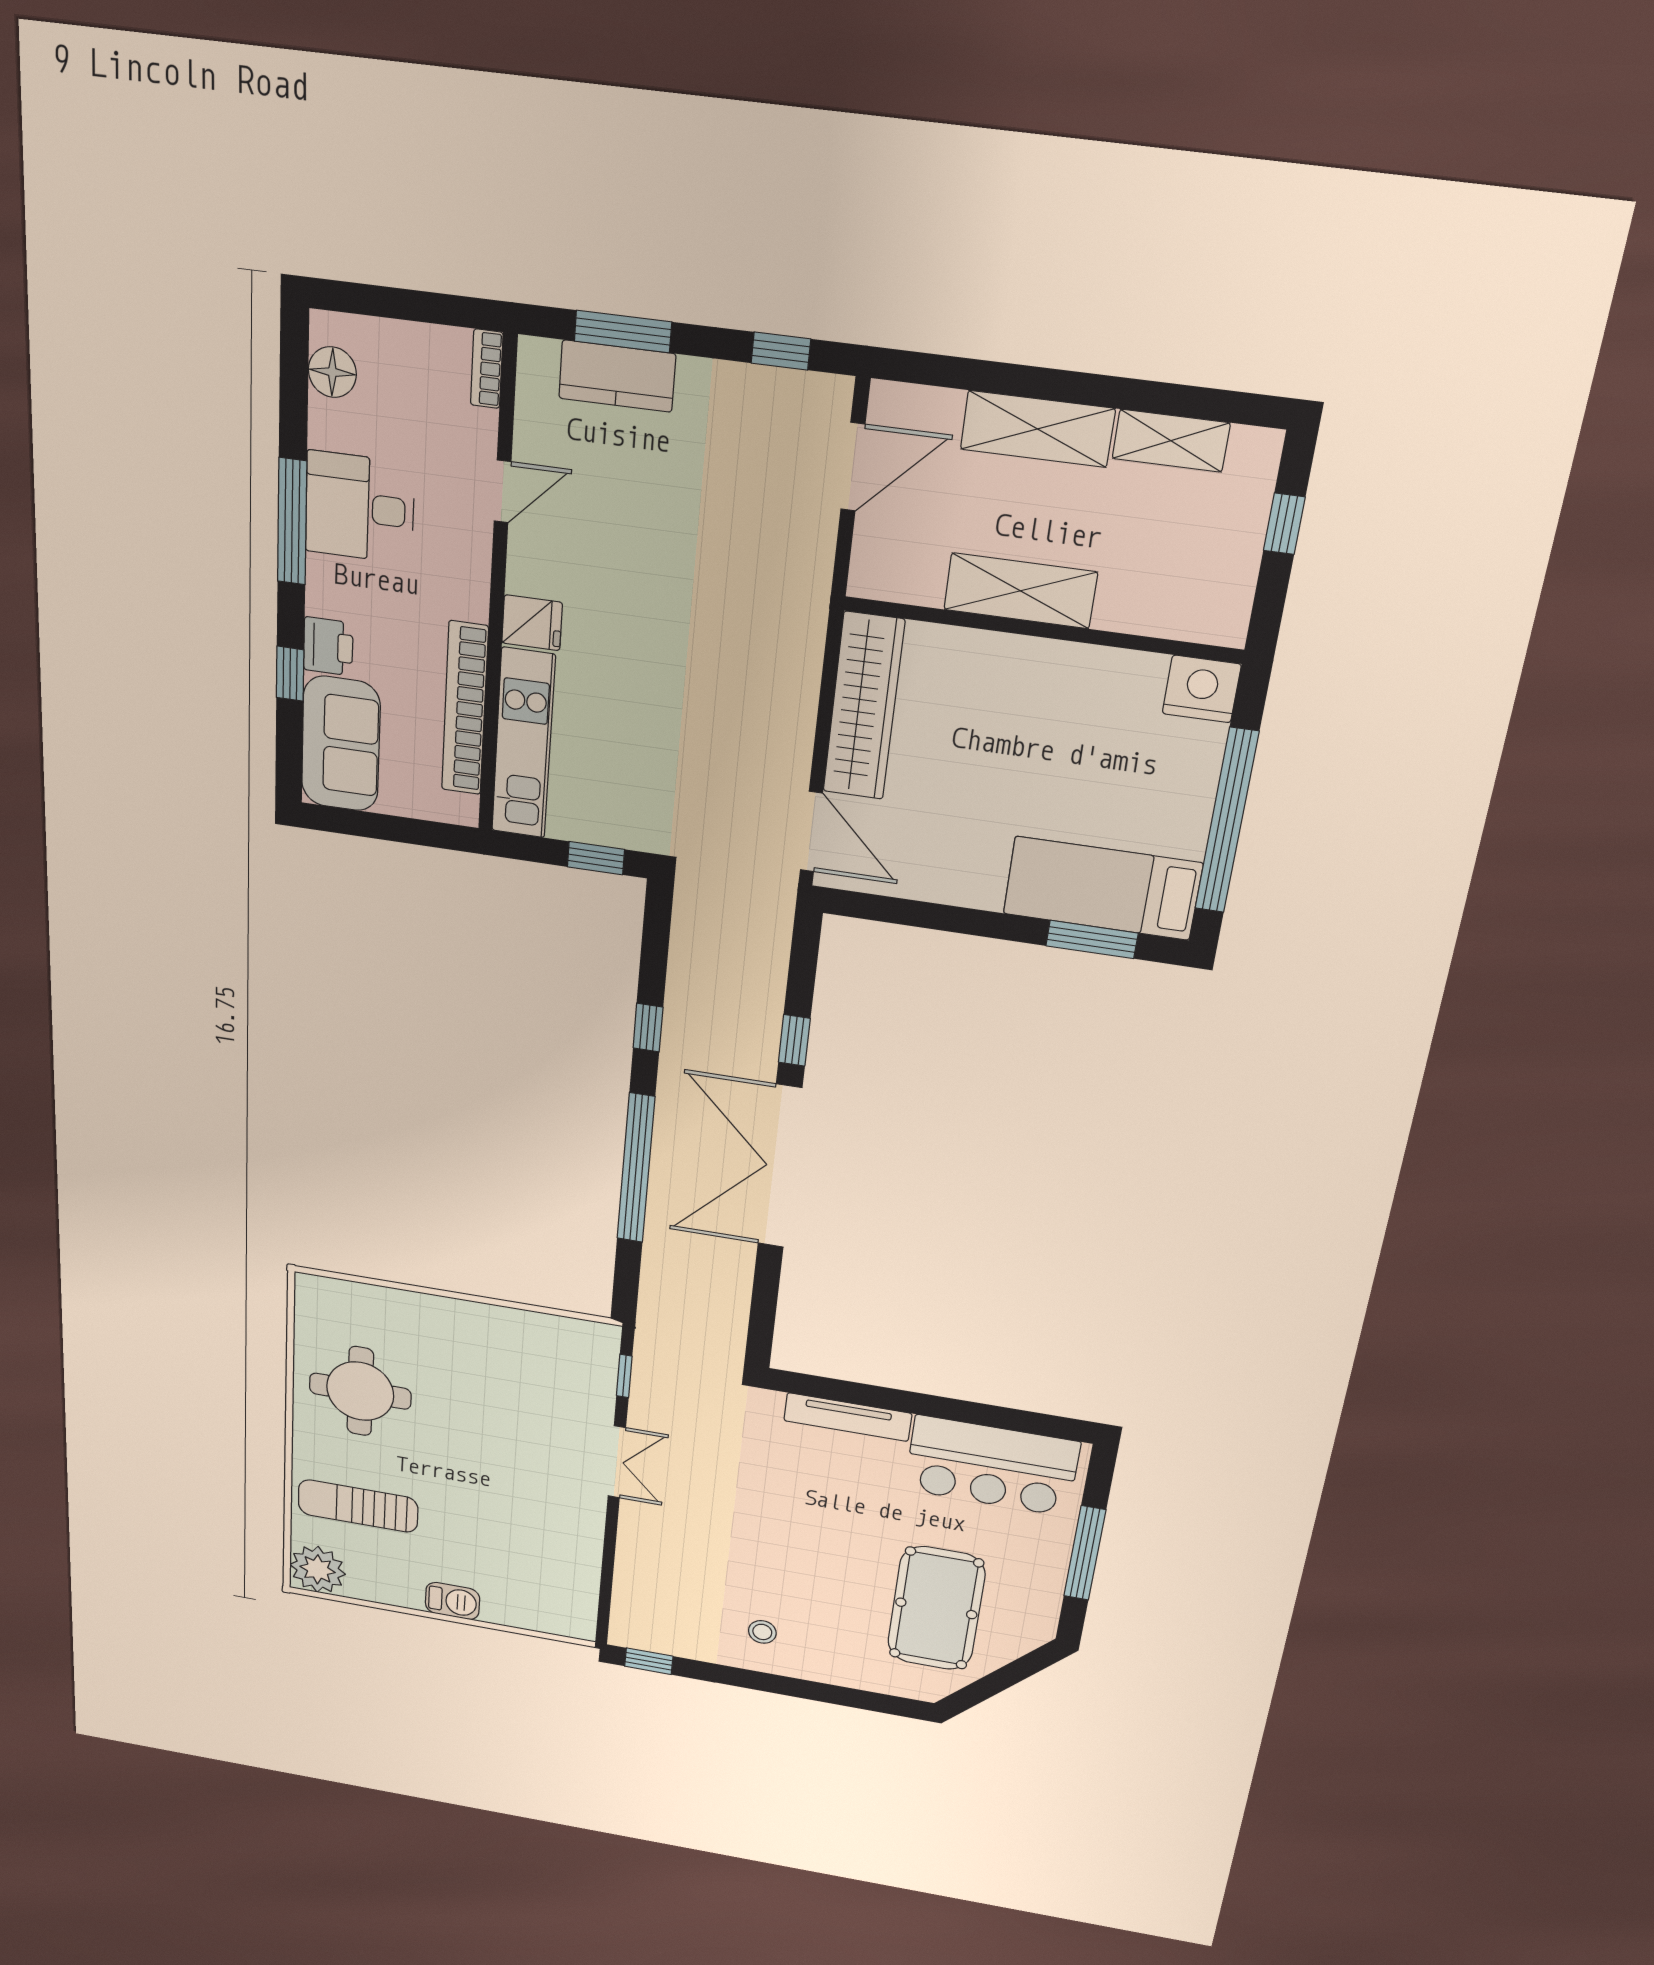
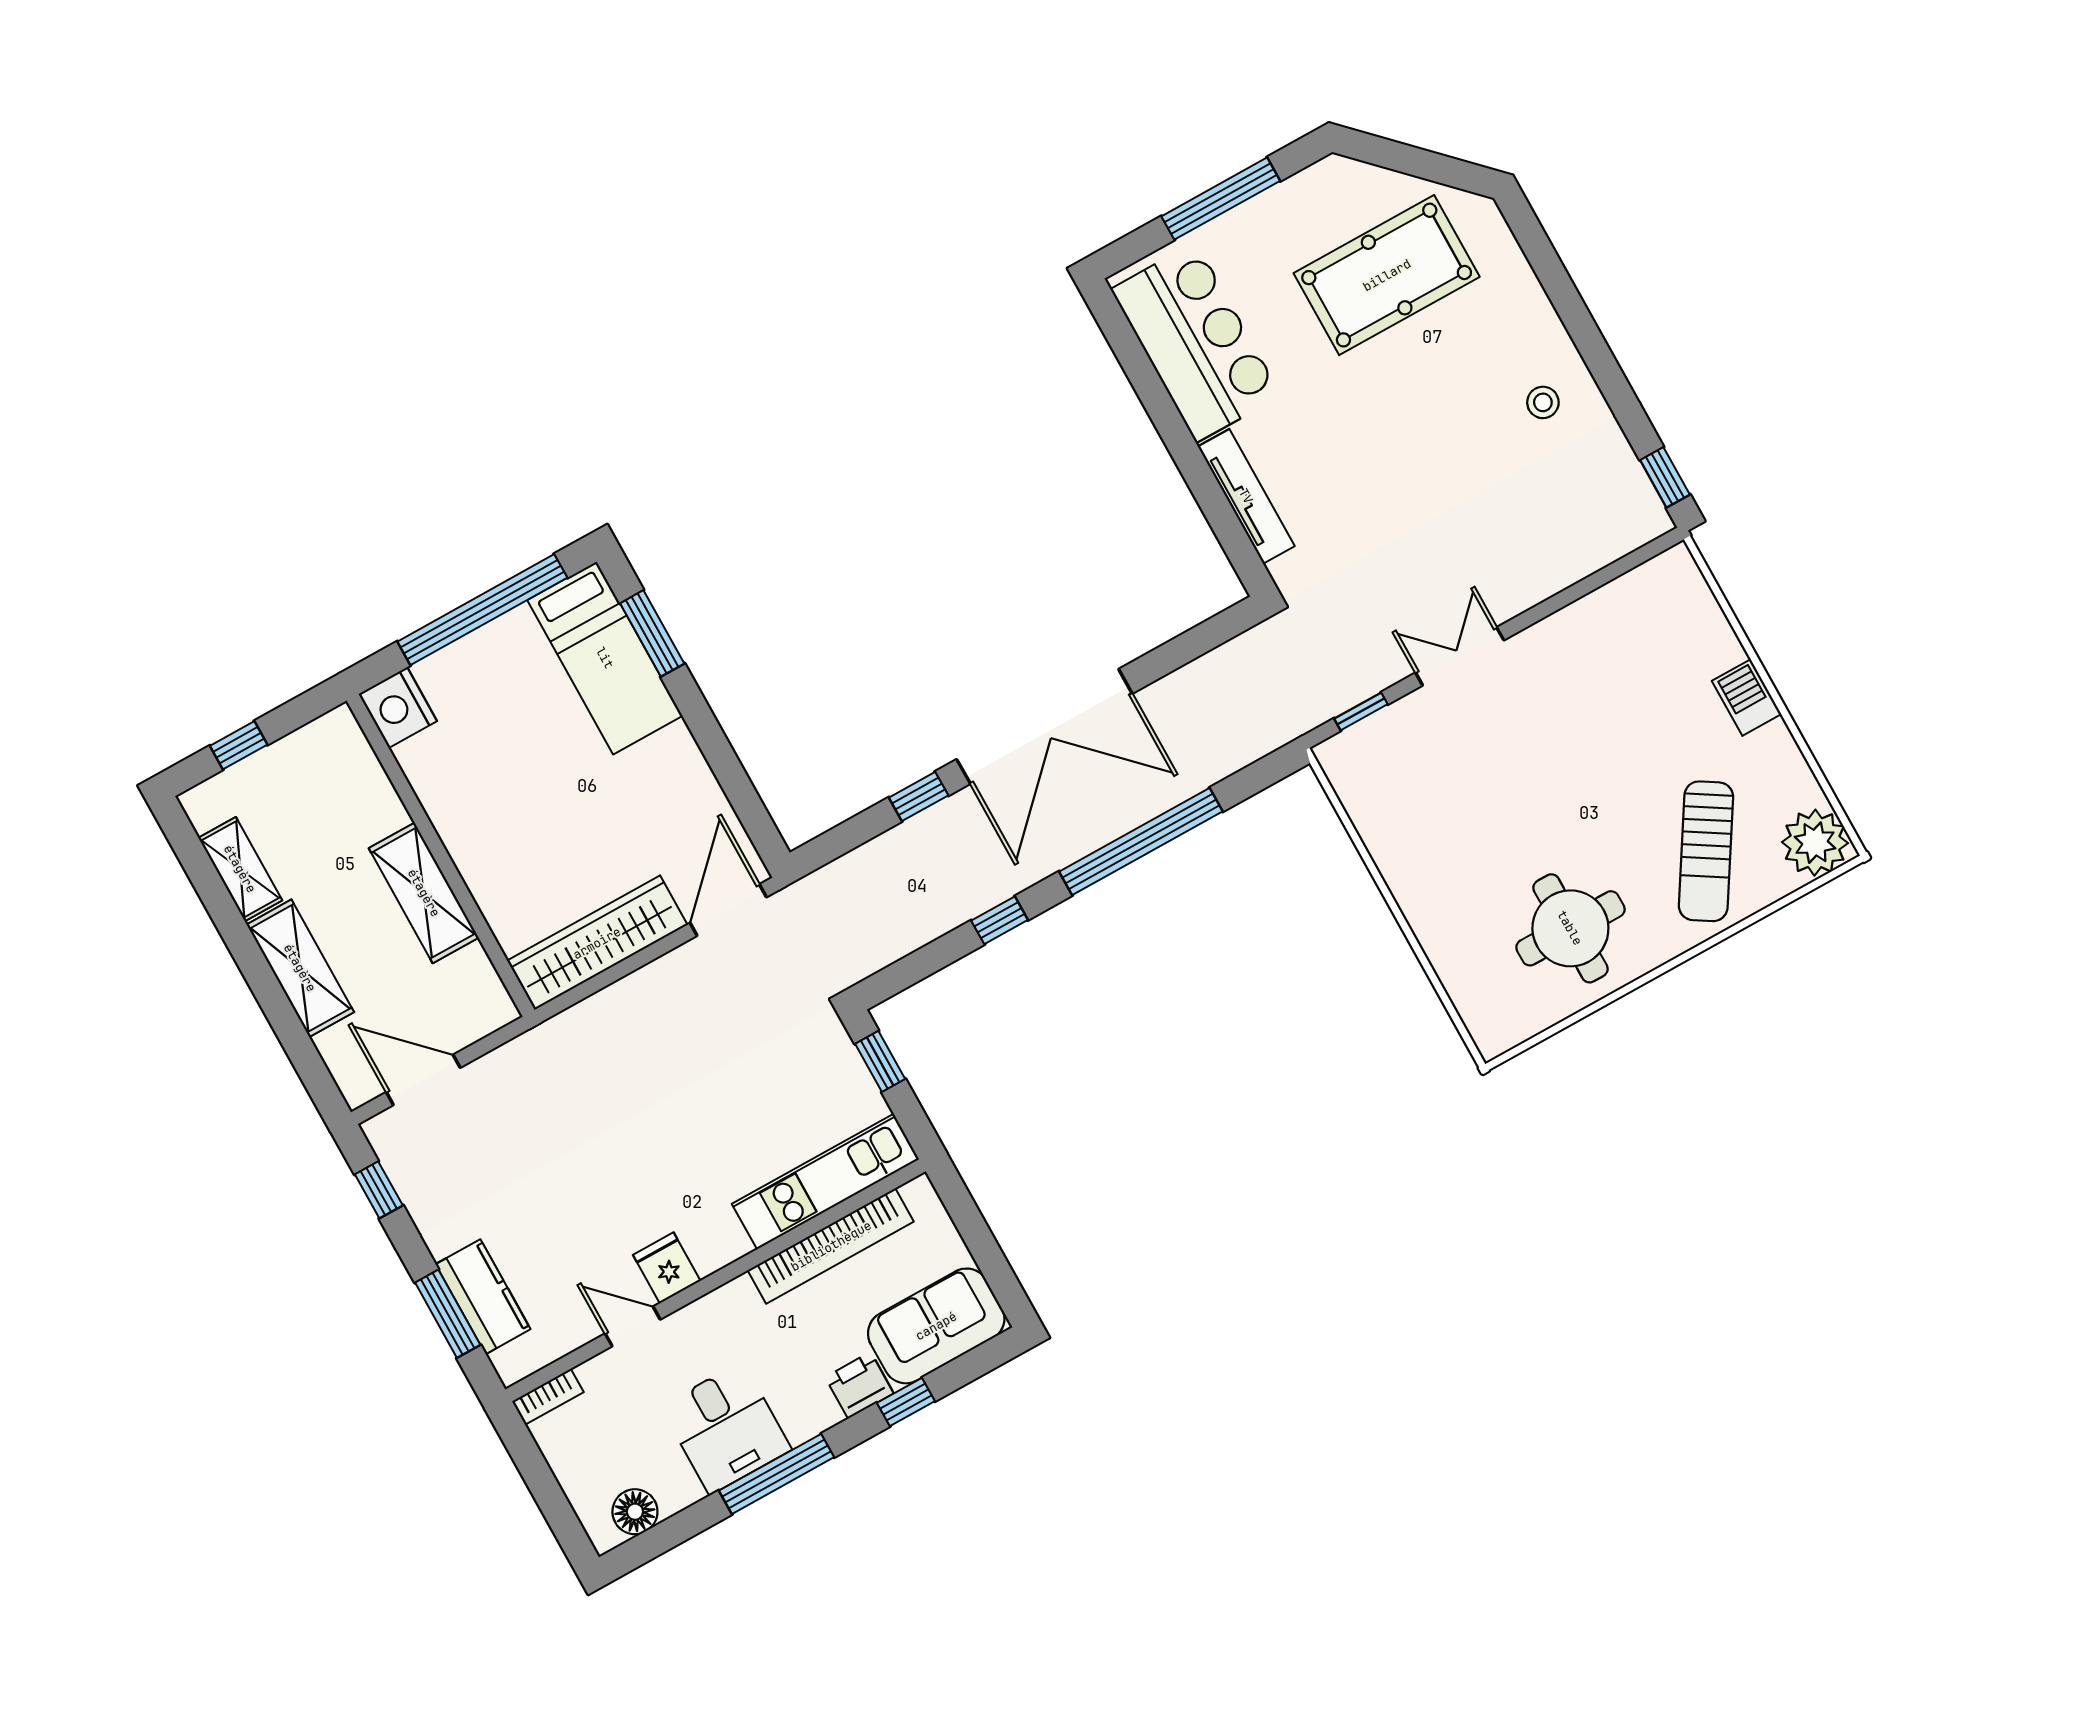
fridge: (532, 623) -> (667, 1268), moved
sun lounger: (358, 1506) -> (1706, 851), turned 32

